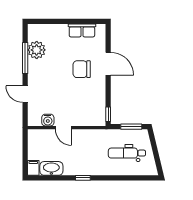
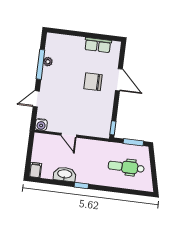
plant: (37, 50) -> (48, 62), width x0.53, depth x0.53
door: (25, 94) -> (36, 99), hinge flipped
water cooler: (48, 120) -> (41, 125), moved
washbasin: (51, 168) -> (65, 174), moved

